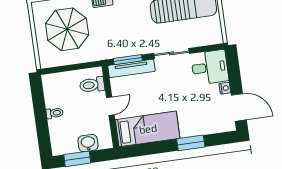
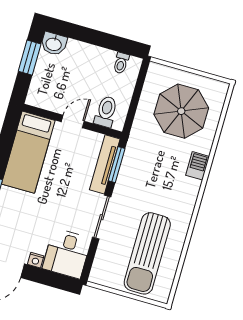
door: (110, 106) -> (73, 122), swing flipped
toilet: (55, 113) -> (121, 63), moved
washbasin: (88, 143) -> (54, 44), moved, turned 90

